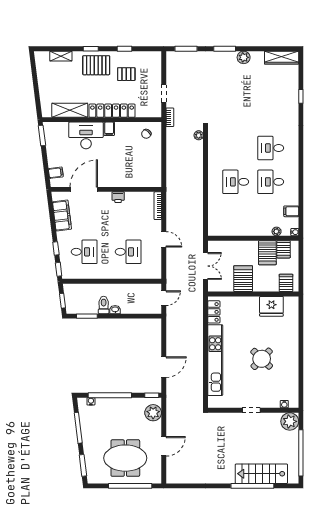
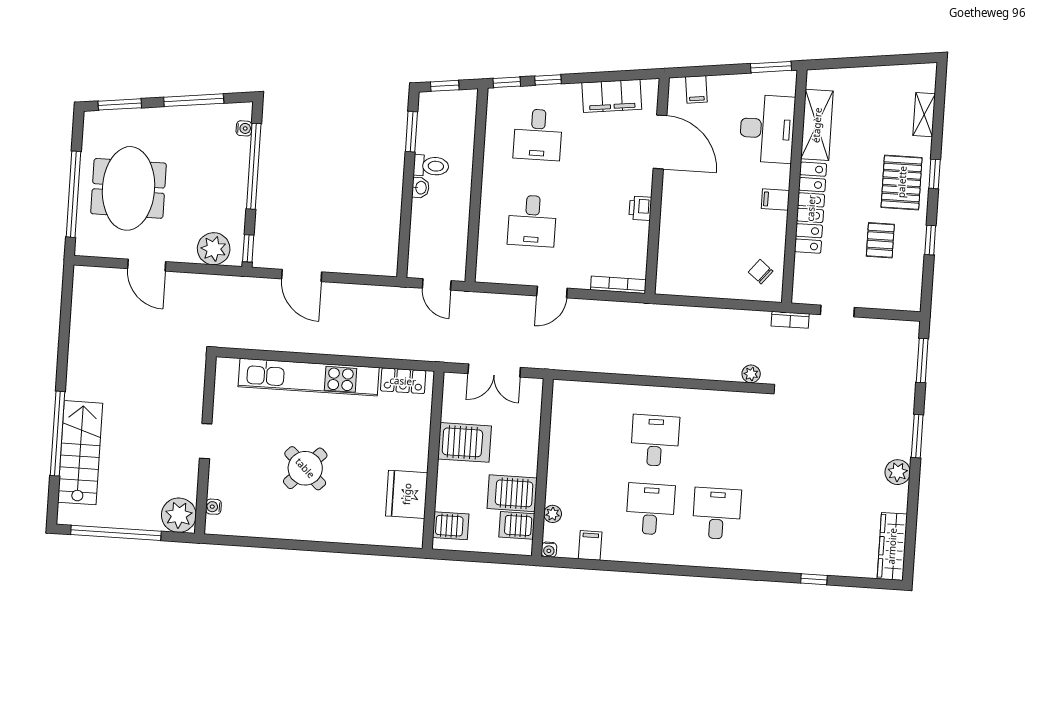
desk: (86, 135) -> (767, 129), moved

